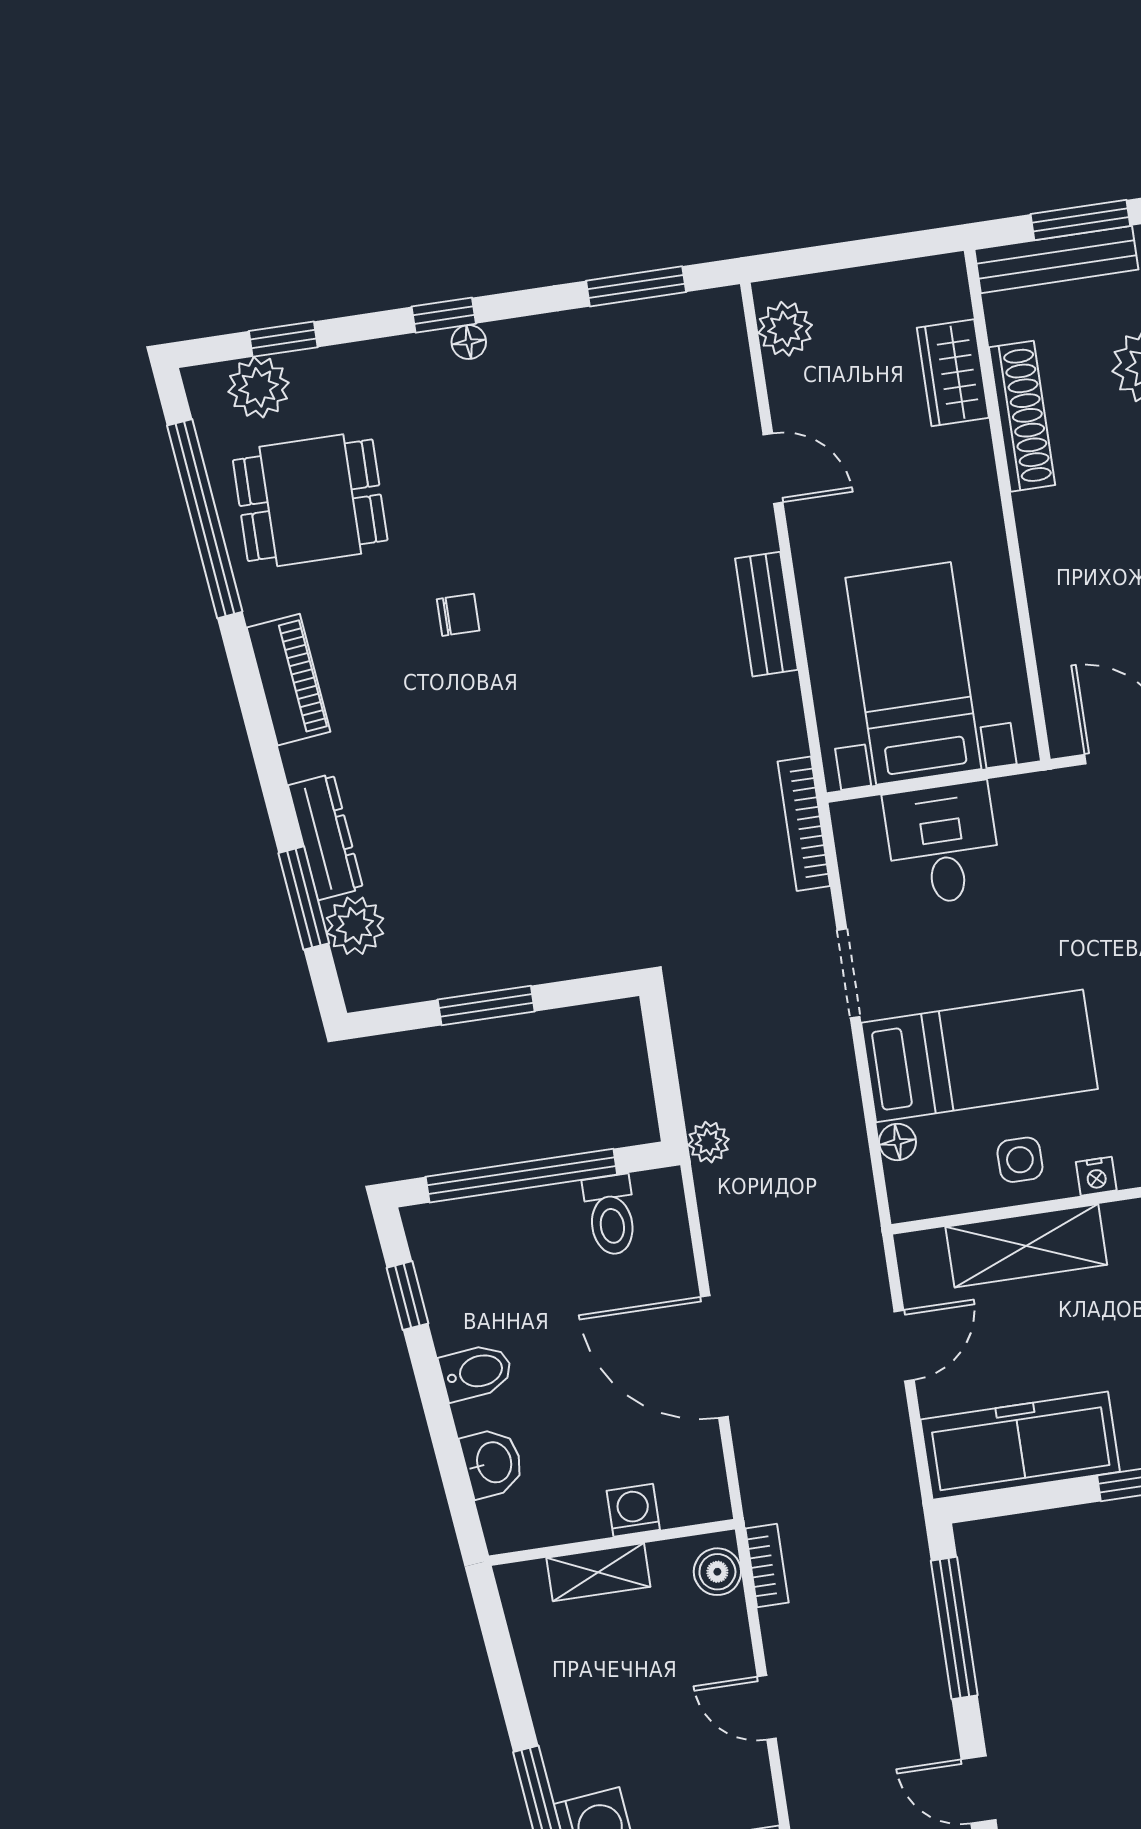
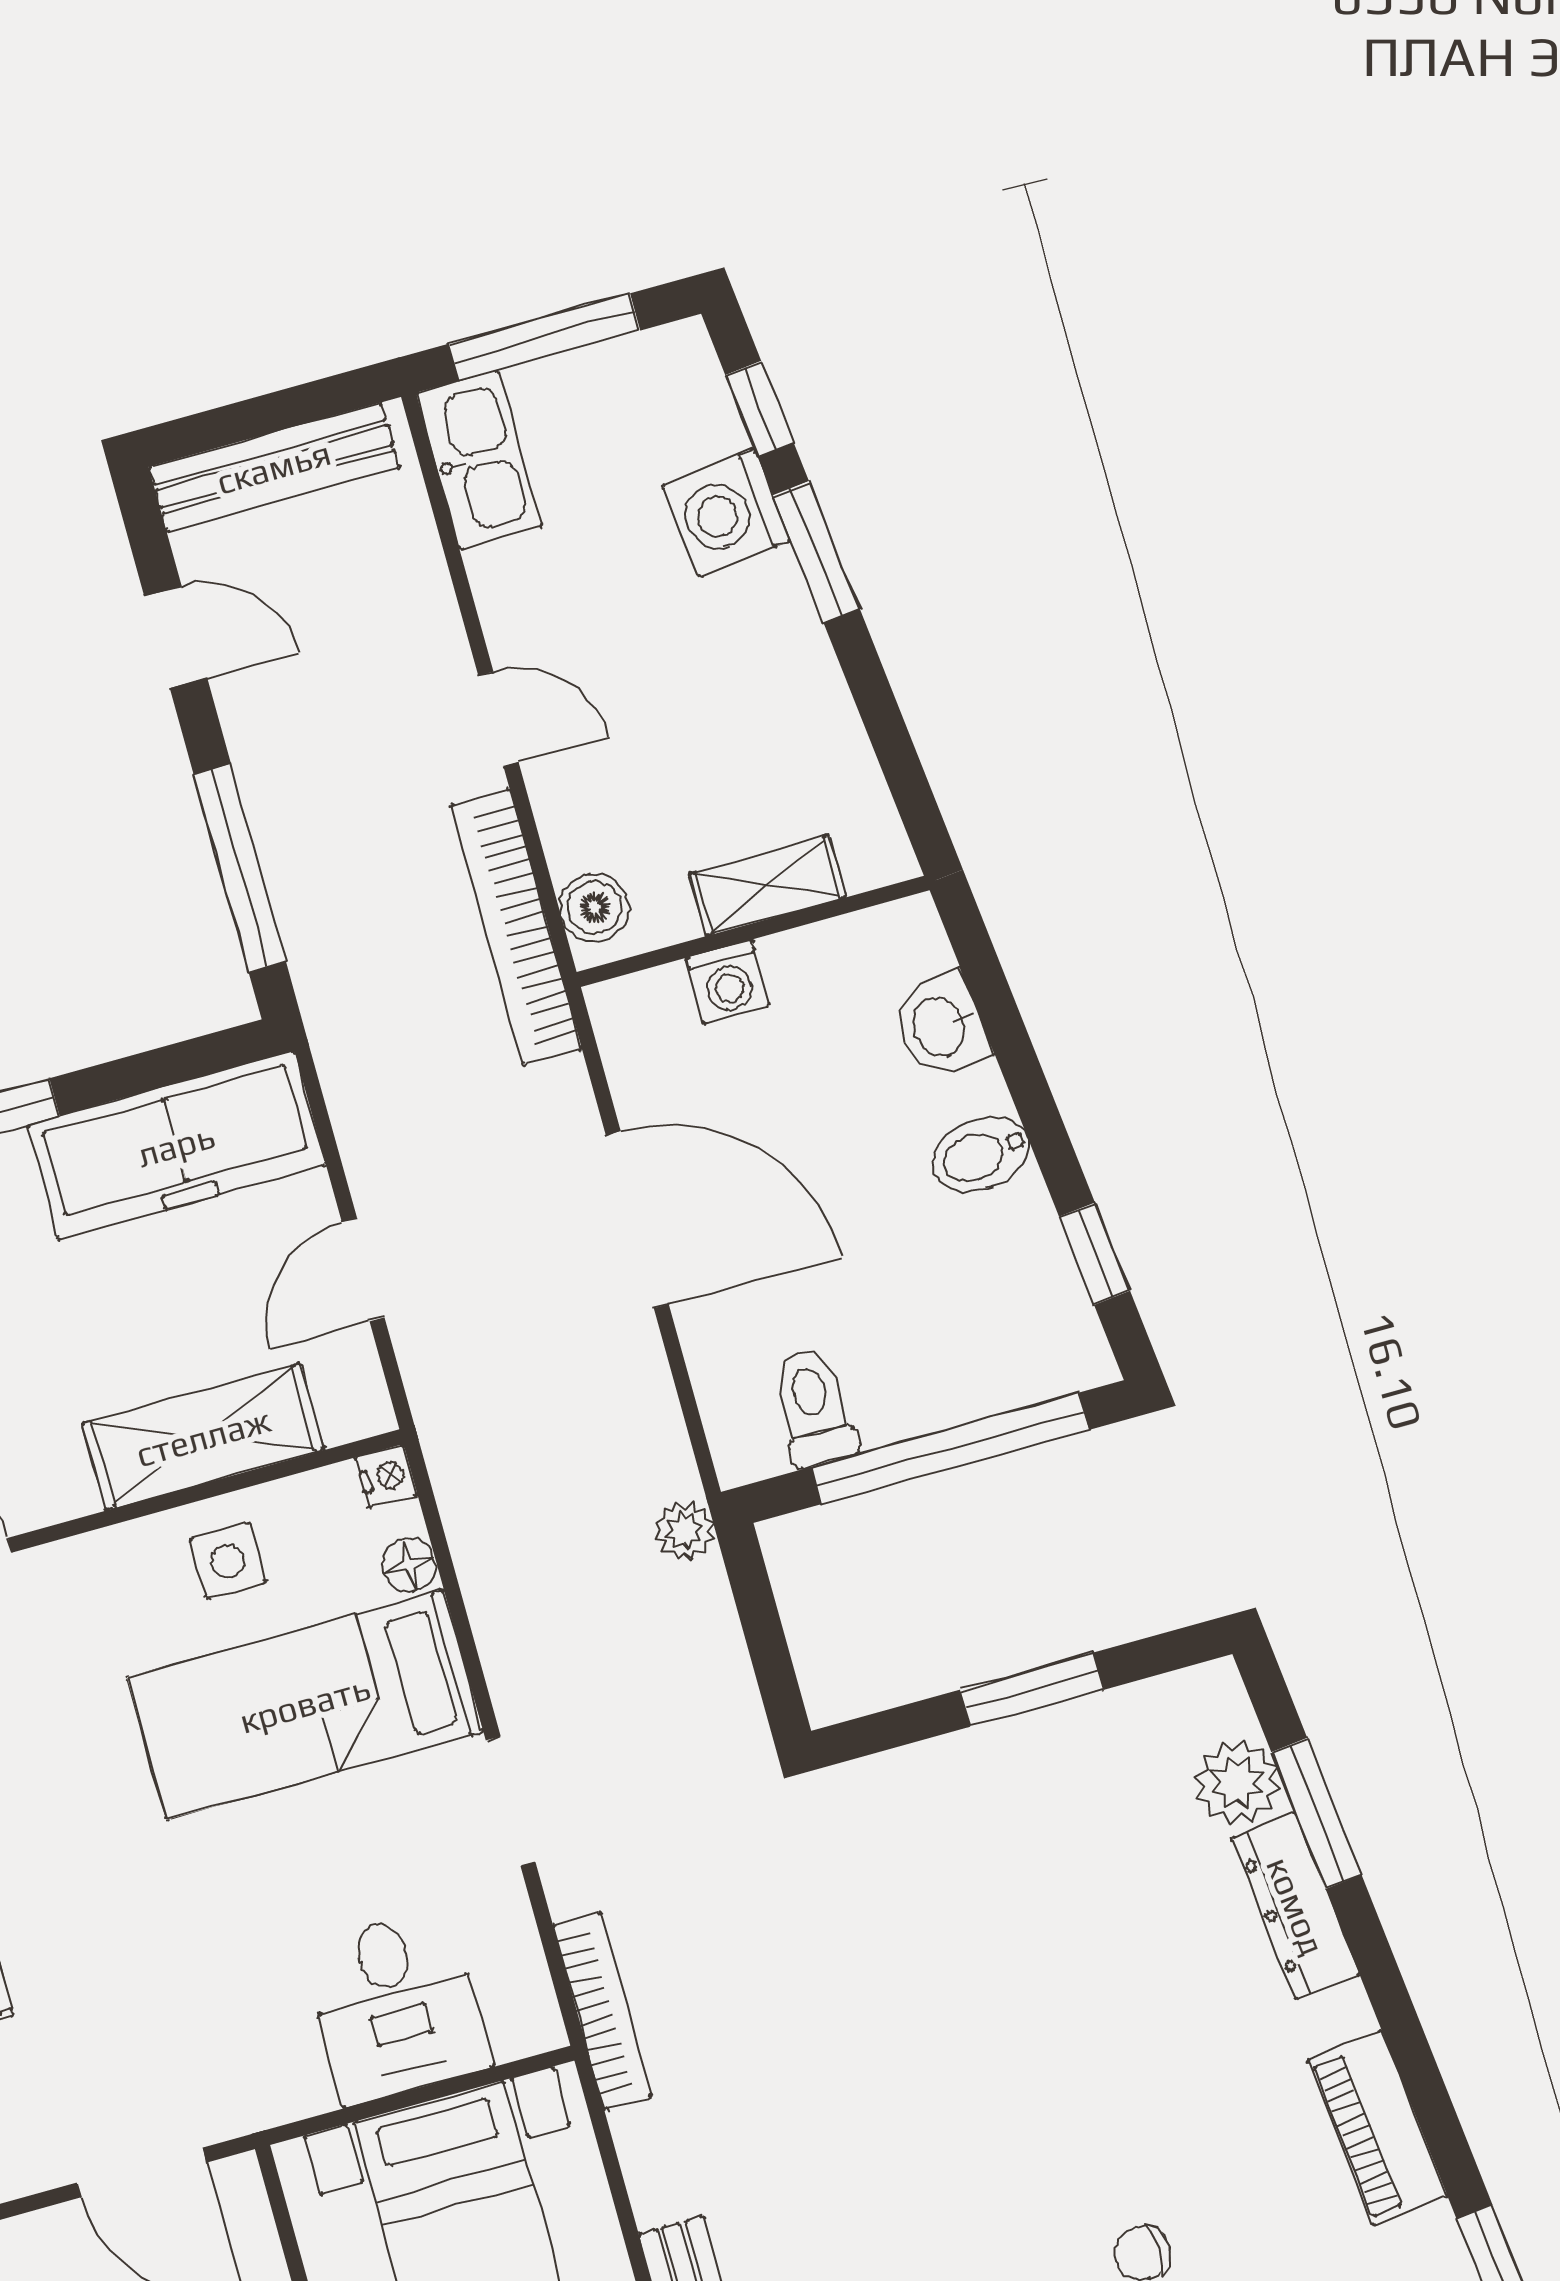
nightstand: (1096, 1176) -> (386, 1476), moved, turned 90
bookcase: (767, 1565) -> (516, 927), width x2.31, depth x1.31

